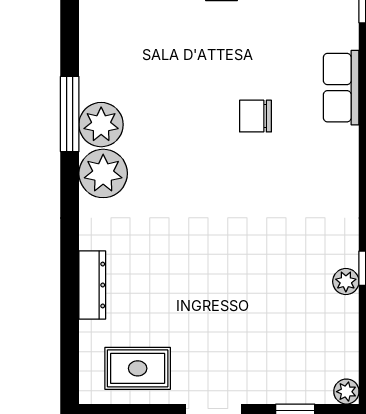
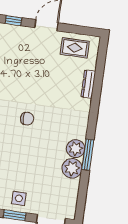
chair: (256, 116) -> (27, 119), moved
plant: (103, 173) -> (72, 168), moved

